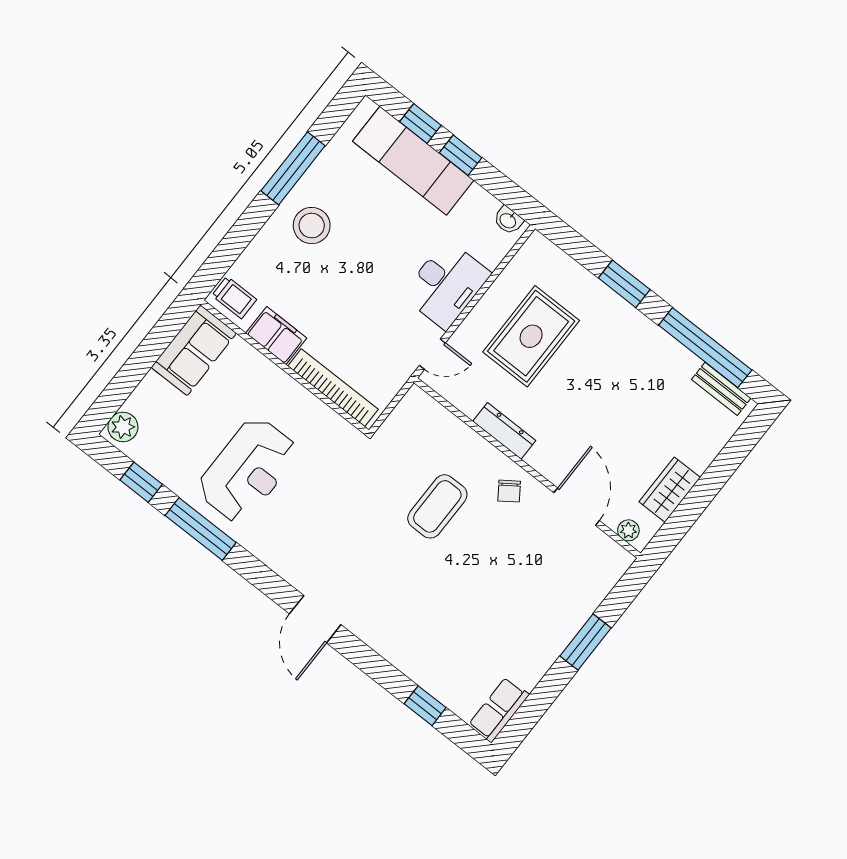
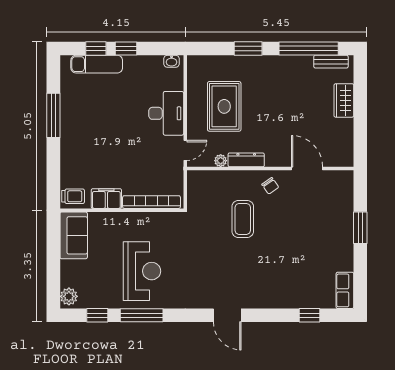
exam couch: (413, 161) -> (97, 64), width x0.73, depth x0.69
stool: (312, 226) -> (83, 135), removed
wardrobe: (670, 490) -> (344, 100), moved
plant: (628, 530) -> (221, 161), moved

